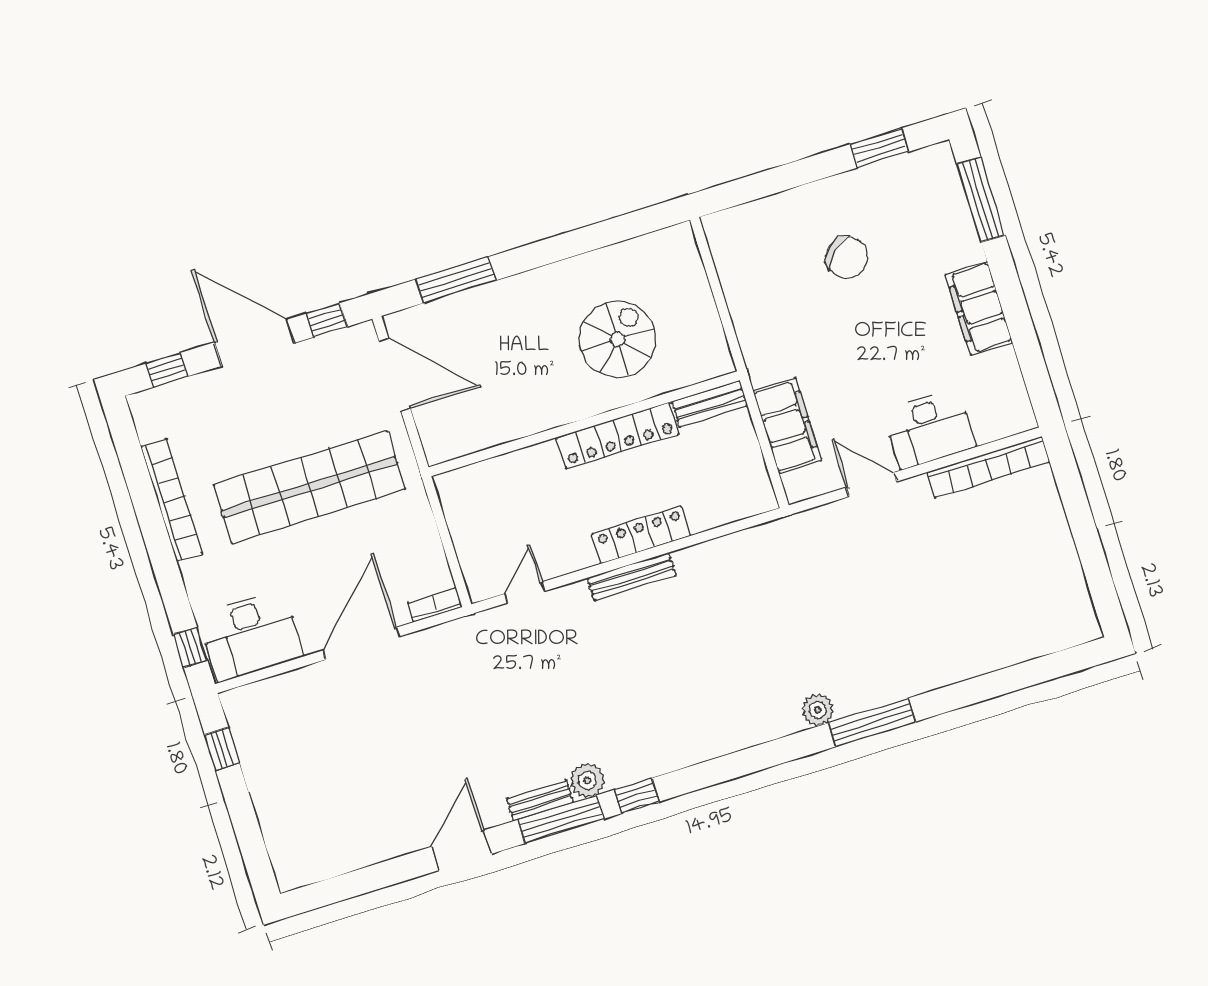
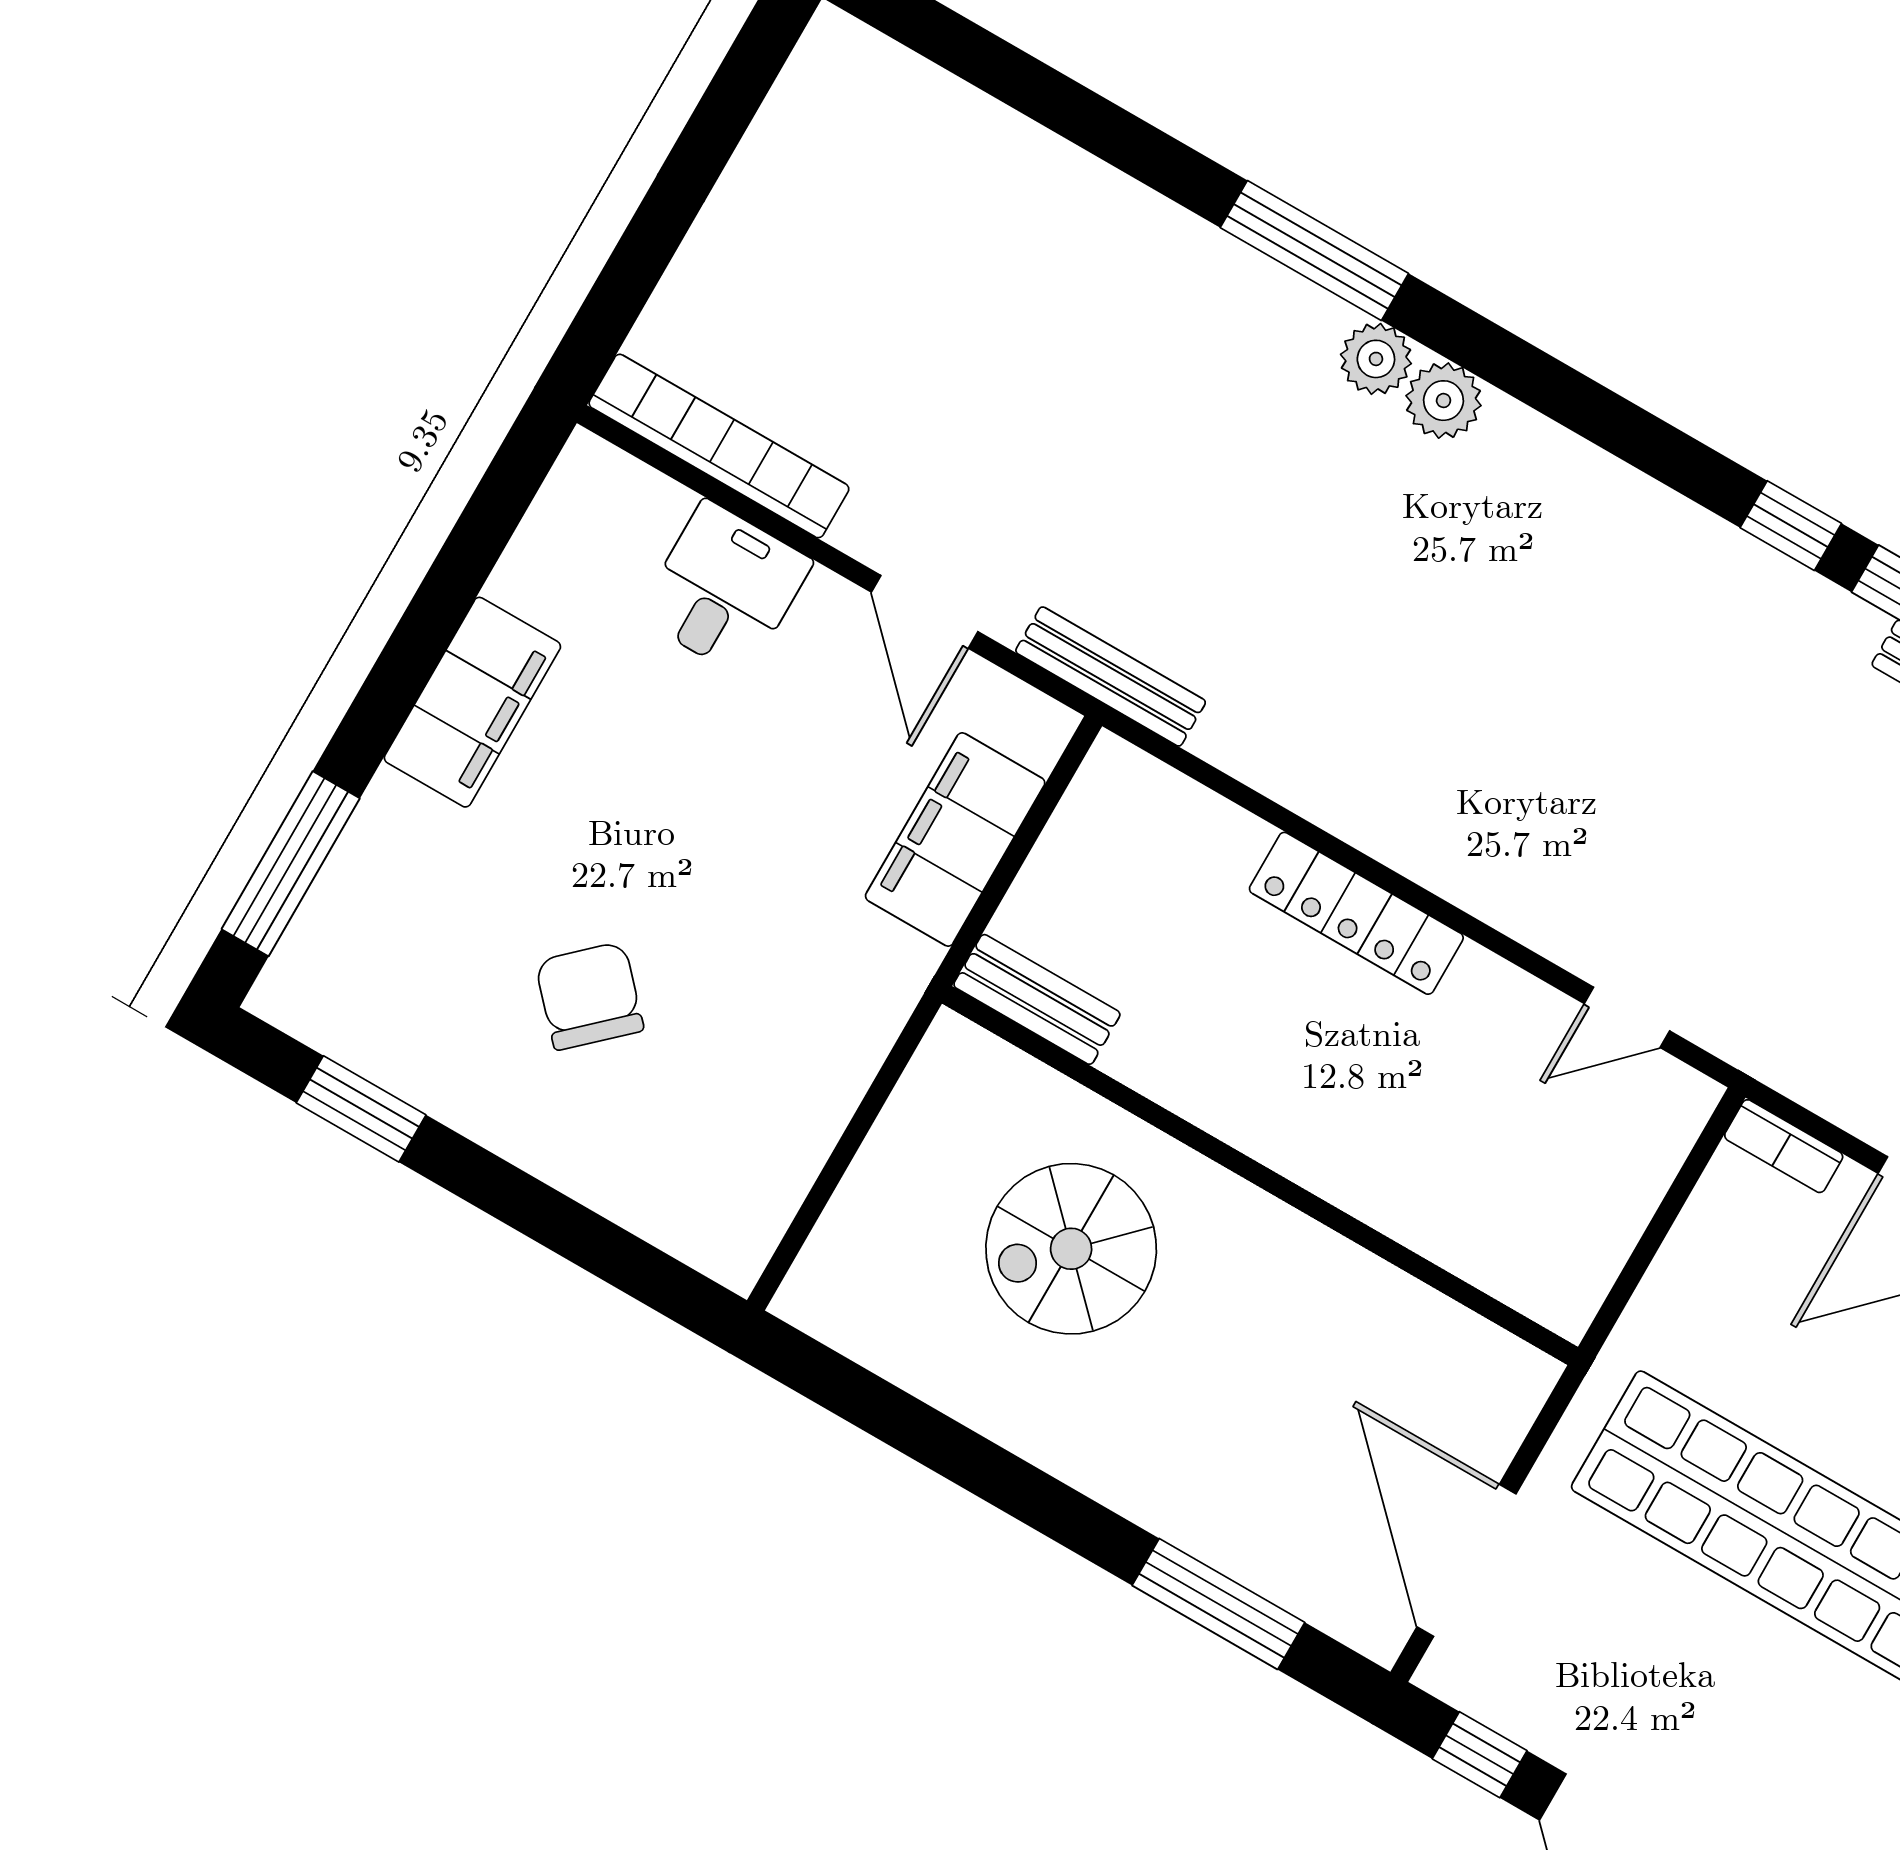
desk: (929, 429) -> (725, 589), width x0.73
locker: (618, 436) -> (1229, 1102), removed
bench: (631, 577) -> (1111, 676), moved
plant: (587, 780) -> (1444, 401), moved

